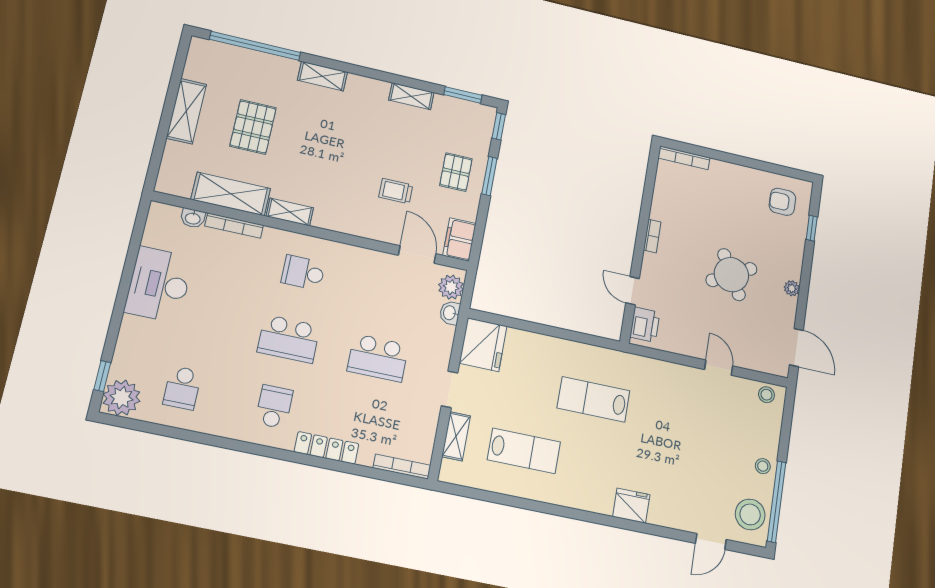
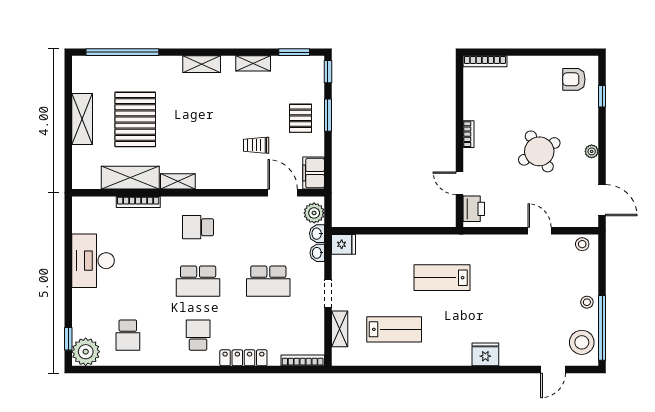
shelving: (322, 76) -> (202, 64), moved
pallet: (253, 127) -> (135, 119), width x1.37, depth x1.41
washbasin: (193, 218) -> (317, 253), moved, turned 90
fridge: (483, 345) -> (343, 244), width x0.53, depth x0.75

